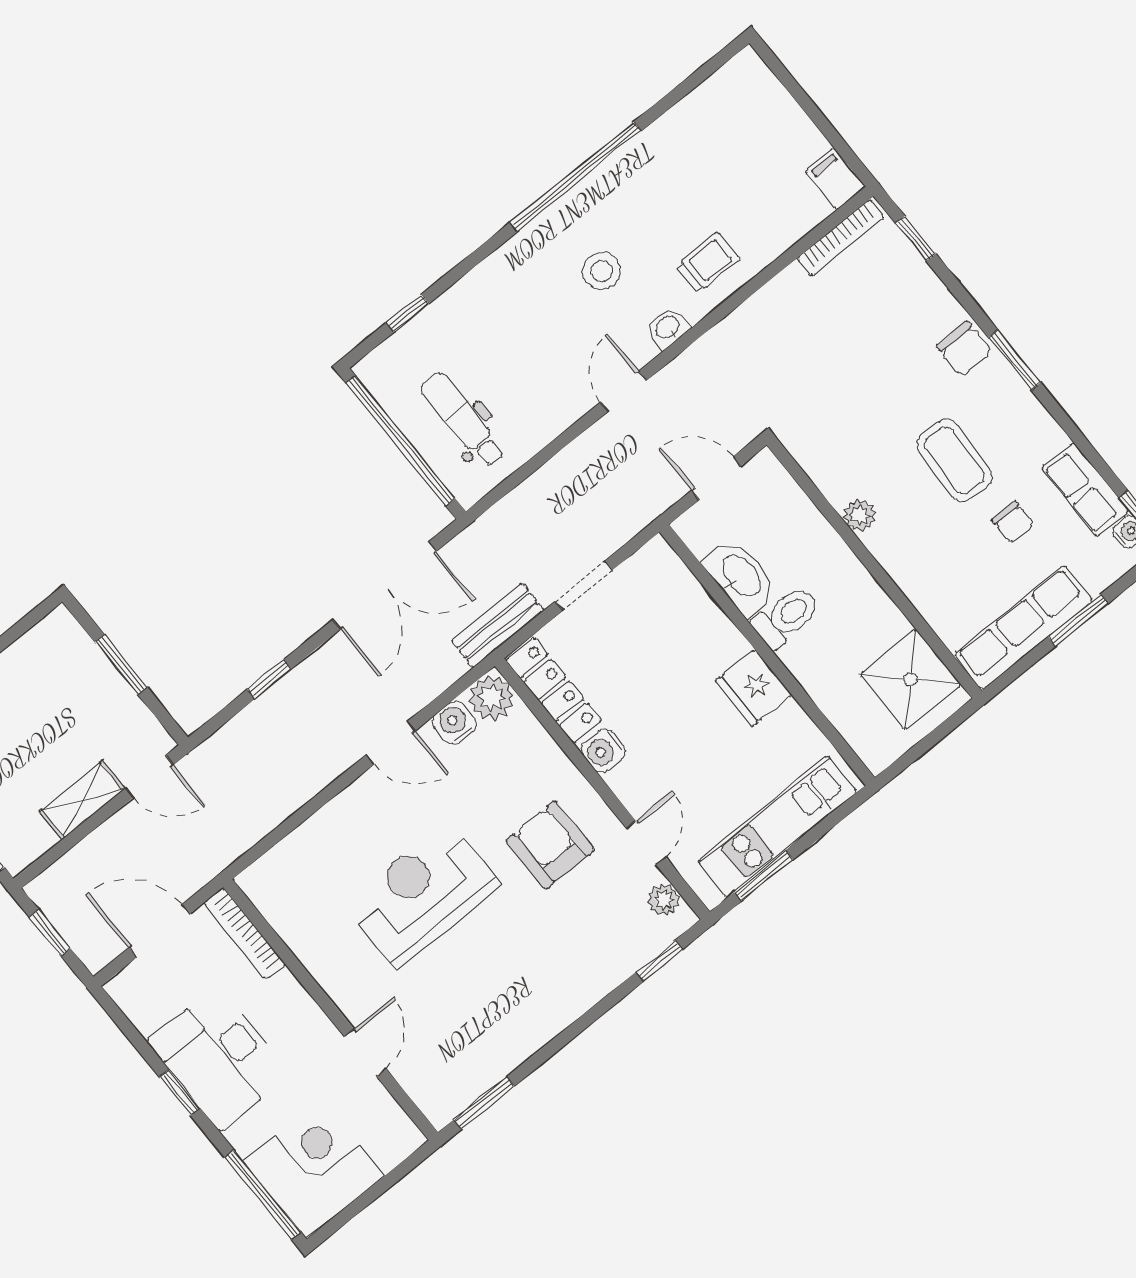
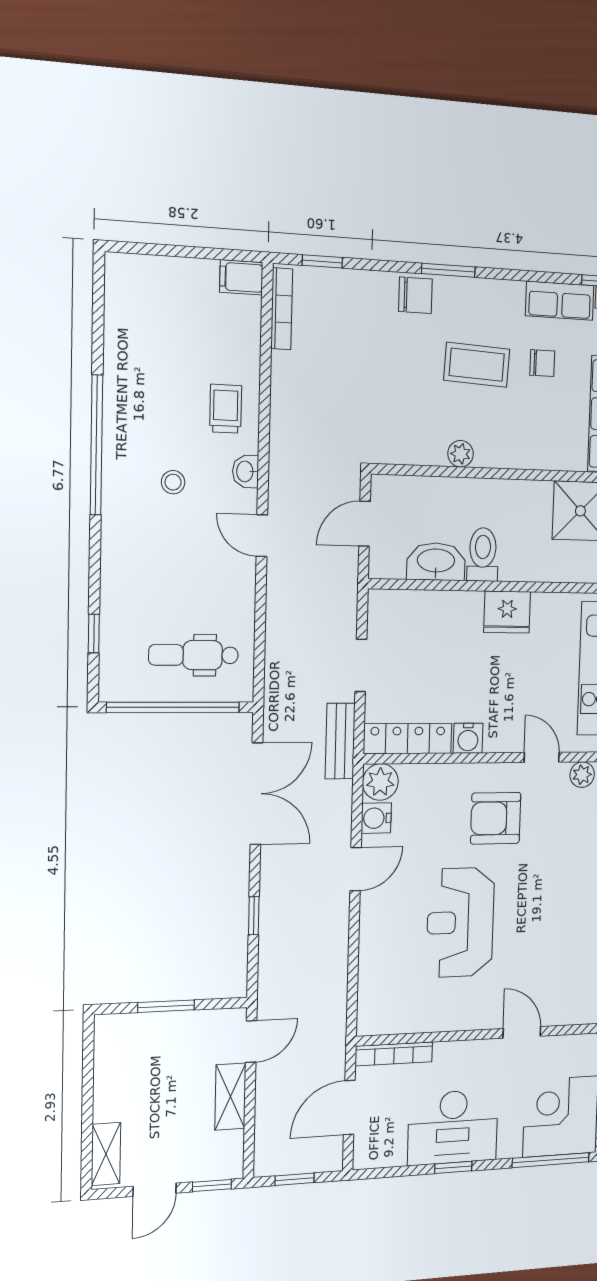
stool: (602, 271) -> (173, 482), width x0.73, depth x0.73

